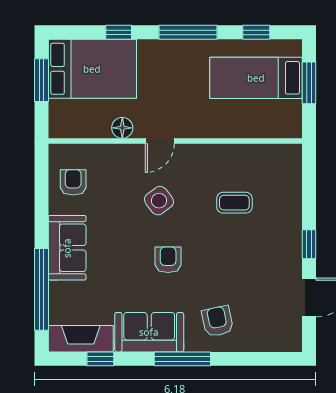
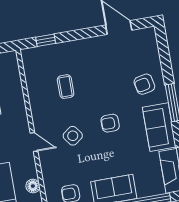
floor lamp: (122, 128) -> (33, 186), moved
window: (309, 244) -> (46, 40), moved

